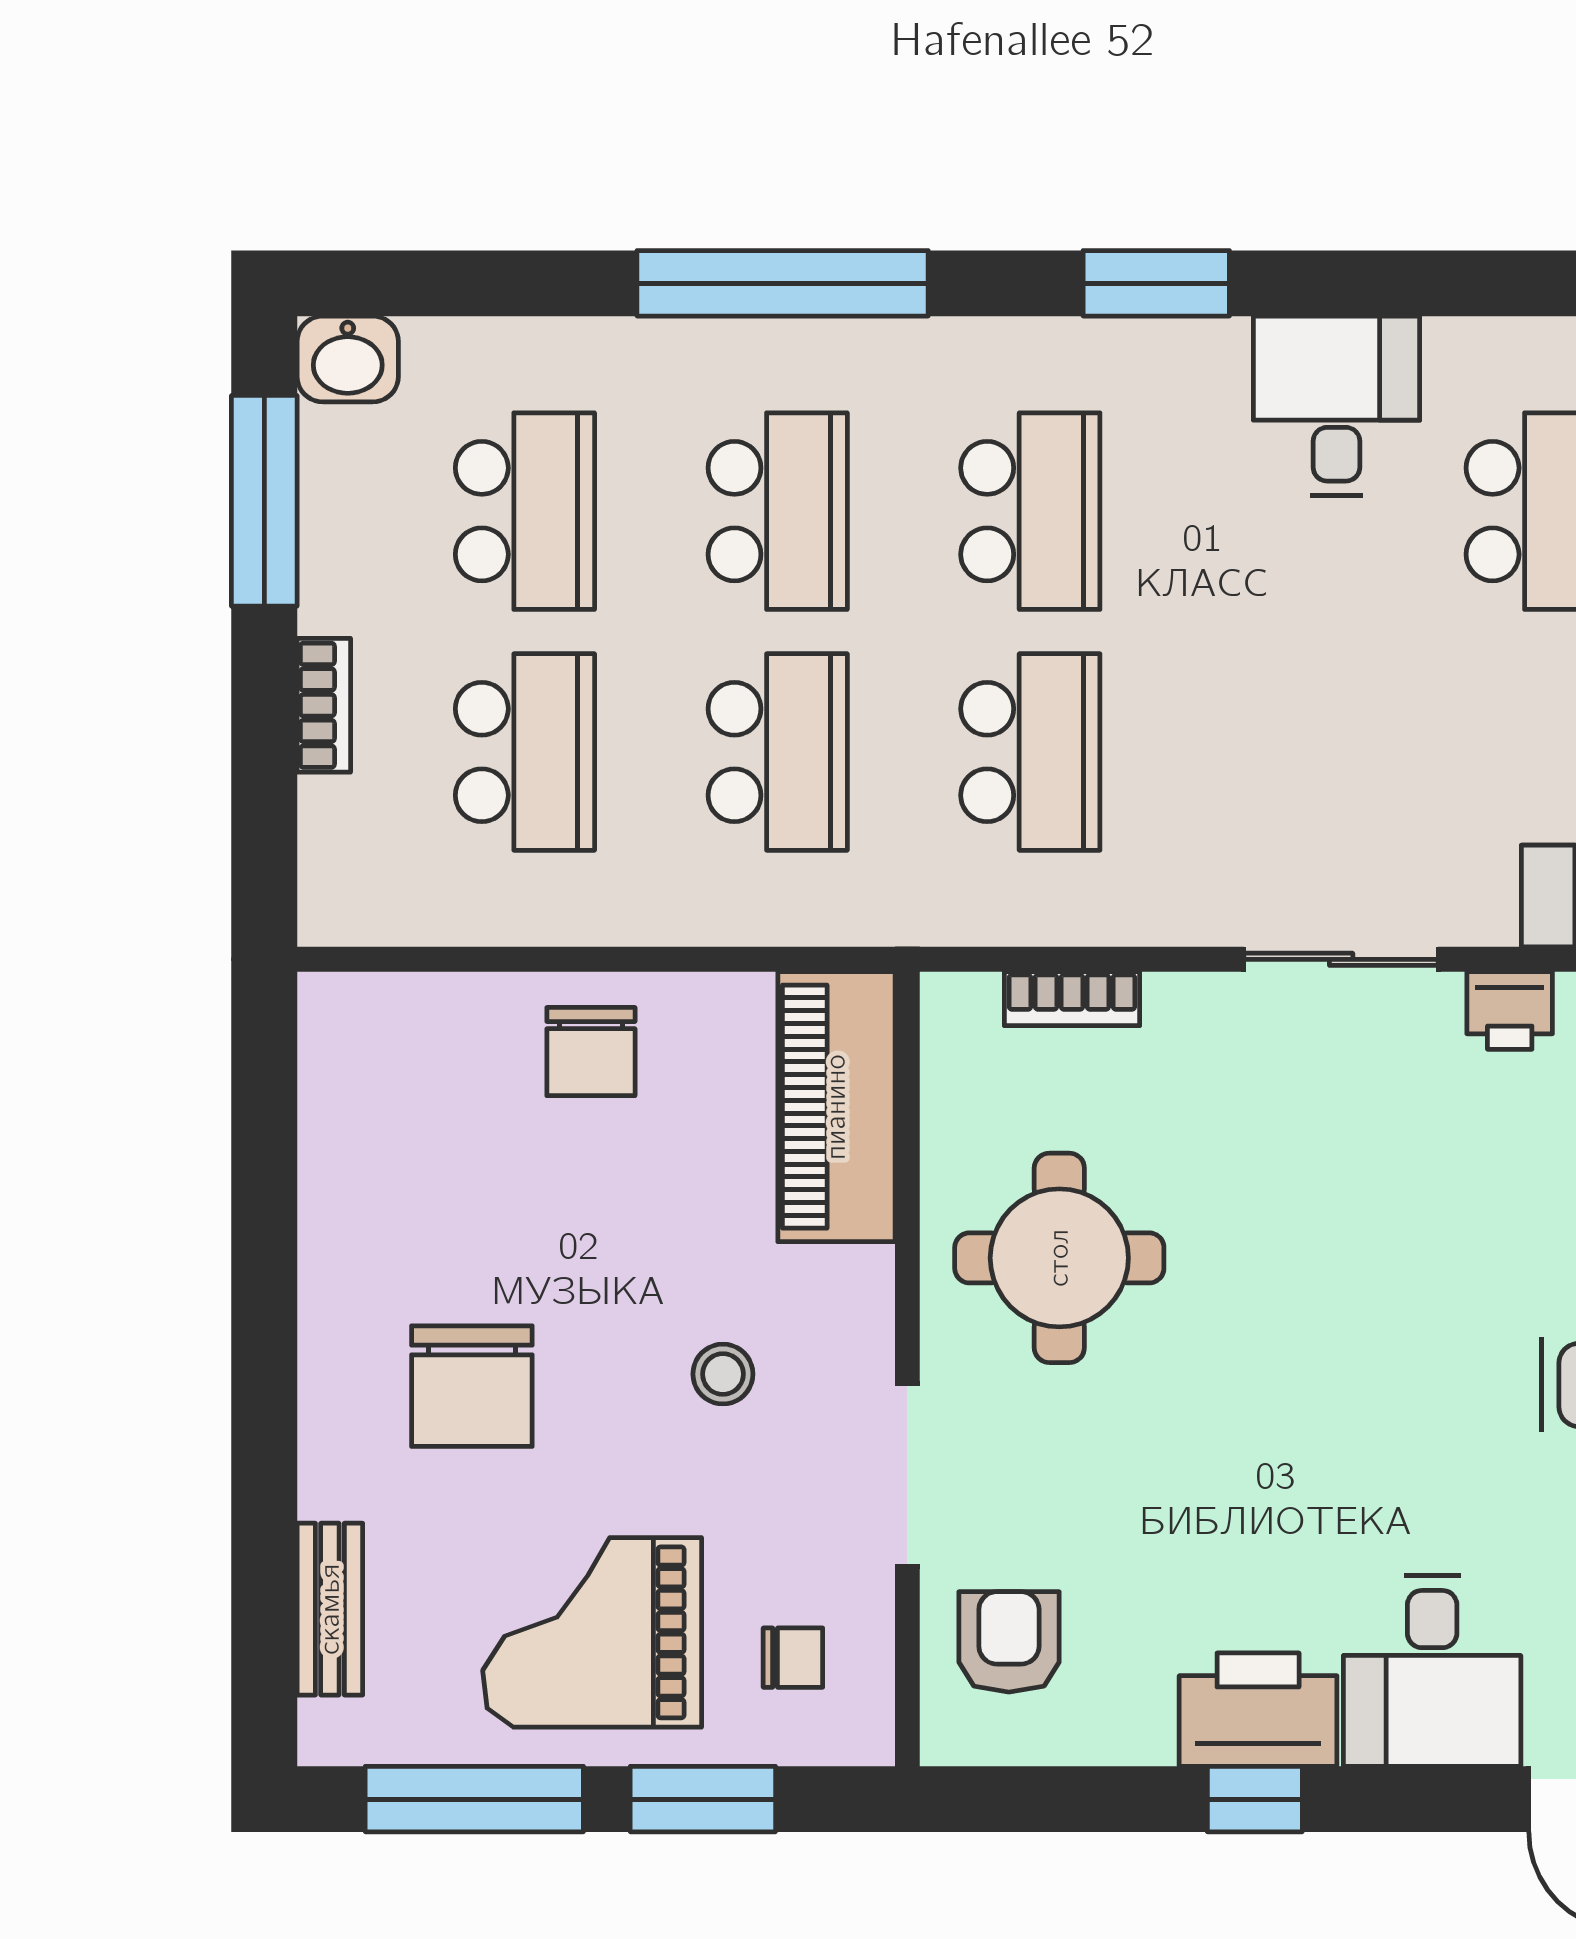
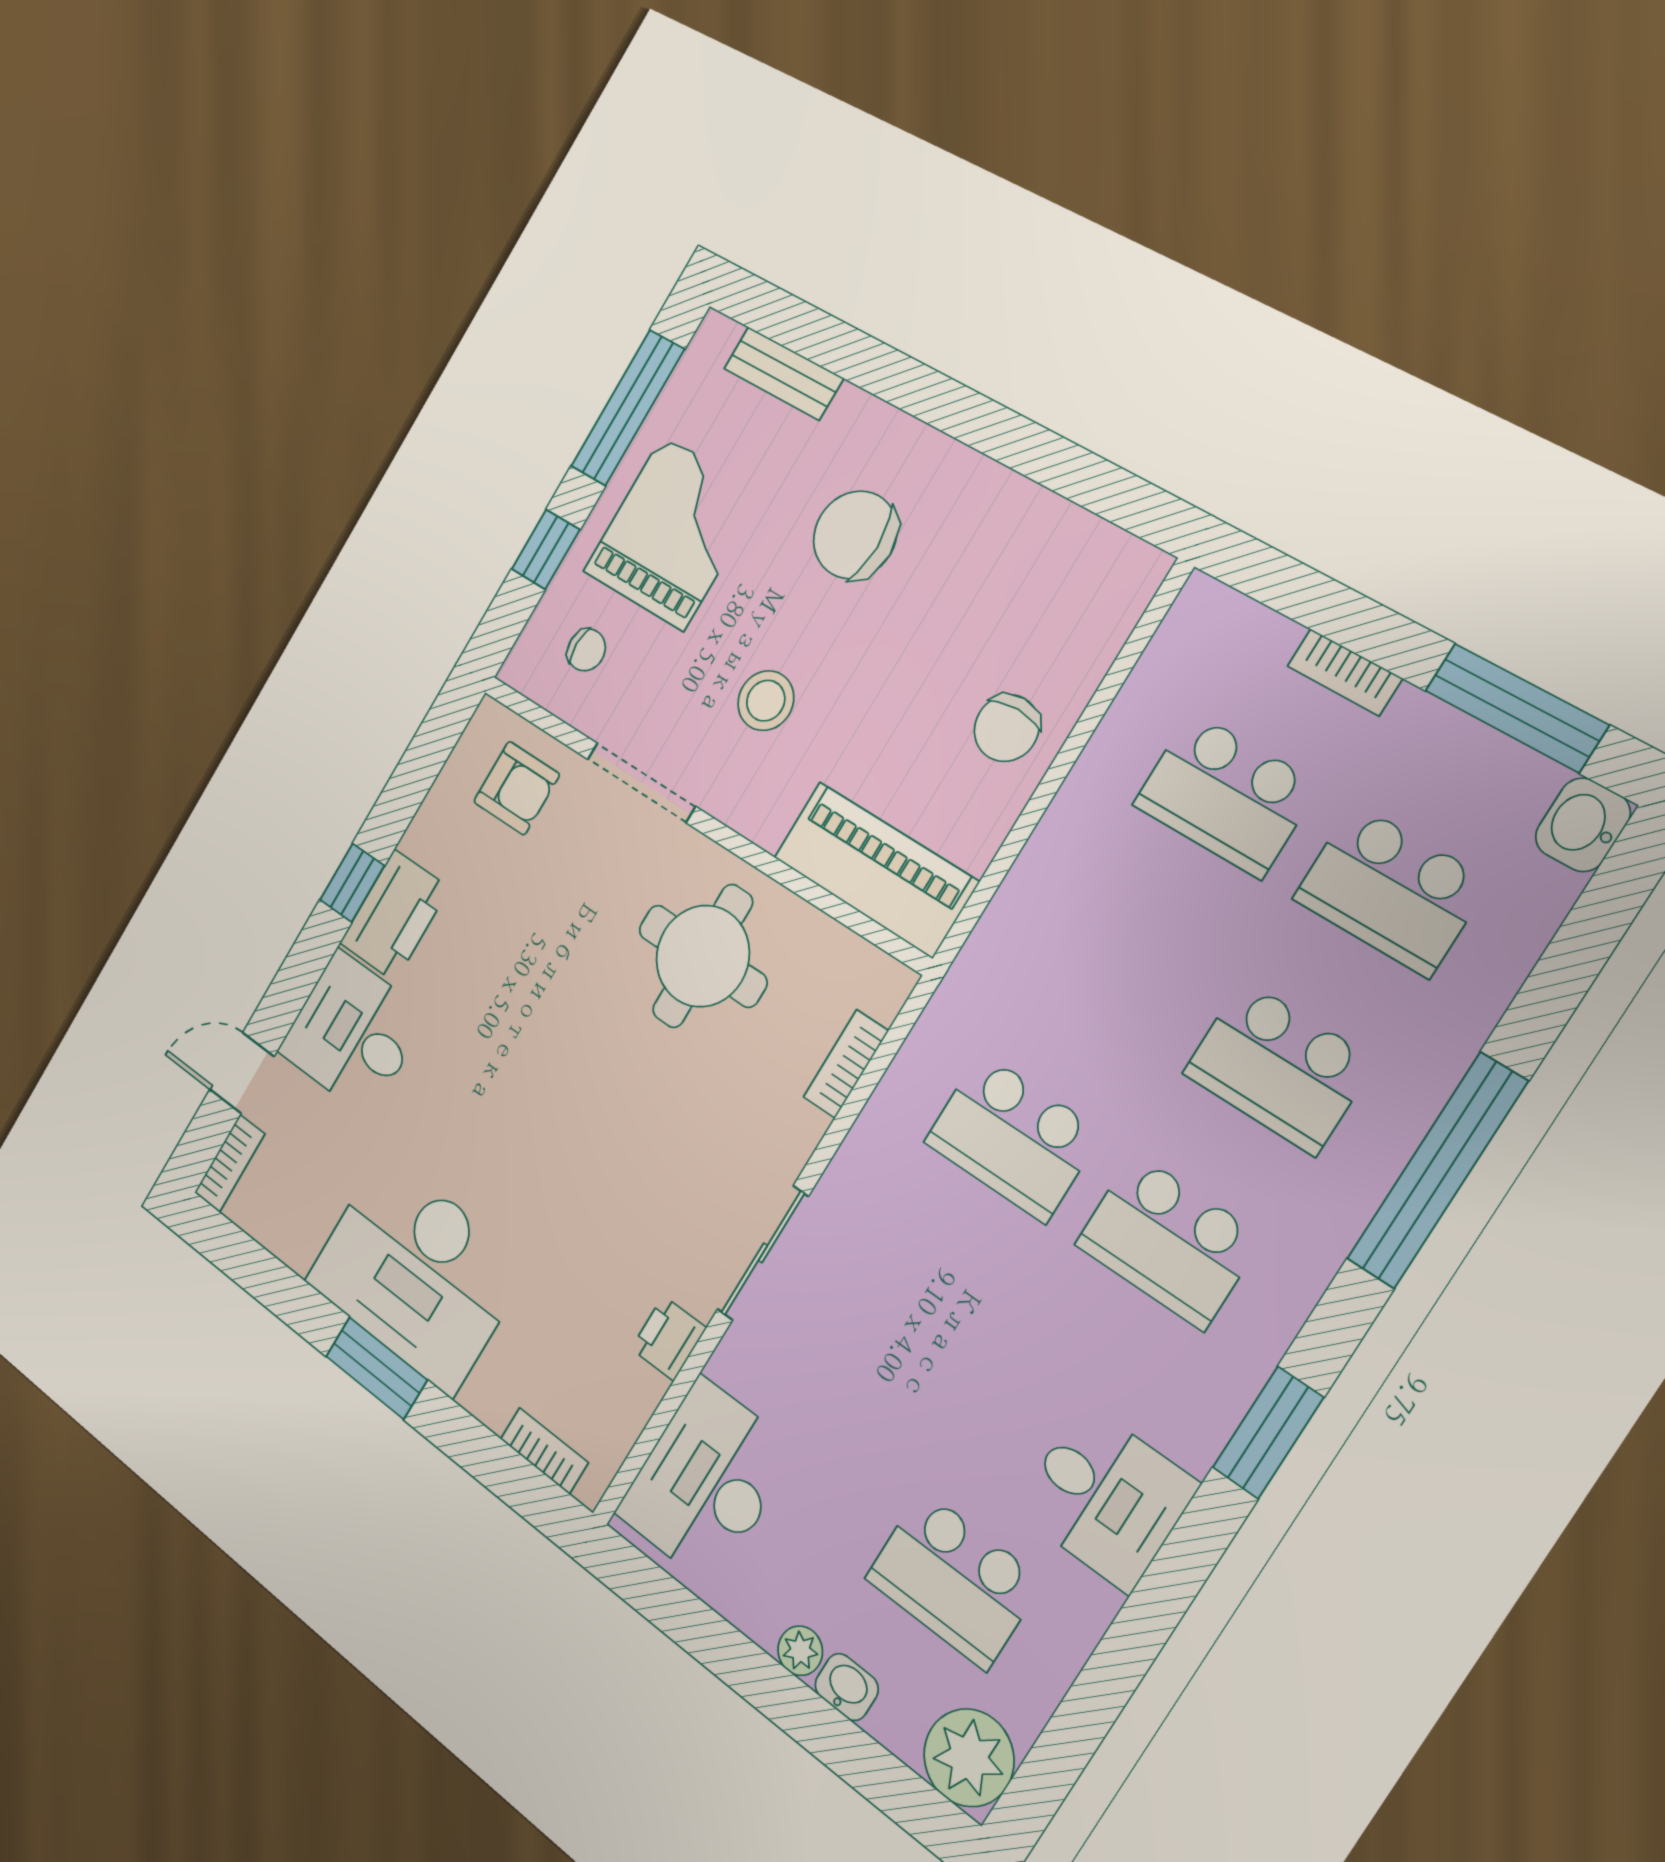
school desk: (778, 752) -> (1118, 967), removed
chair: (591, 1052) -> (1007, 728), turned -90
stool: (723, 1374) -> (766, 701), width x1.37, depth x1.37
chair: (793, 1658) -> (586, 650), turned -90
window: (703, 1799) -> (546, 549), width x0.67

